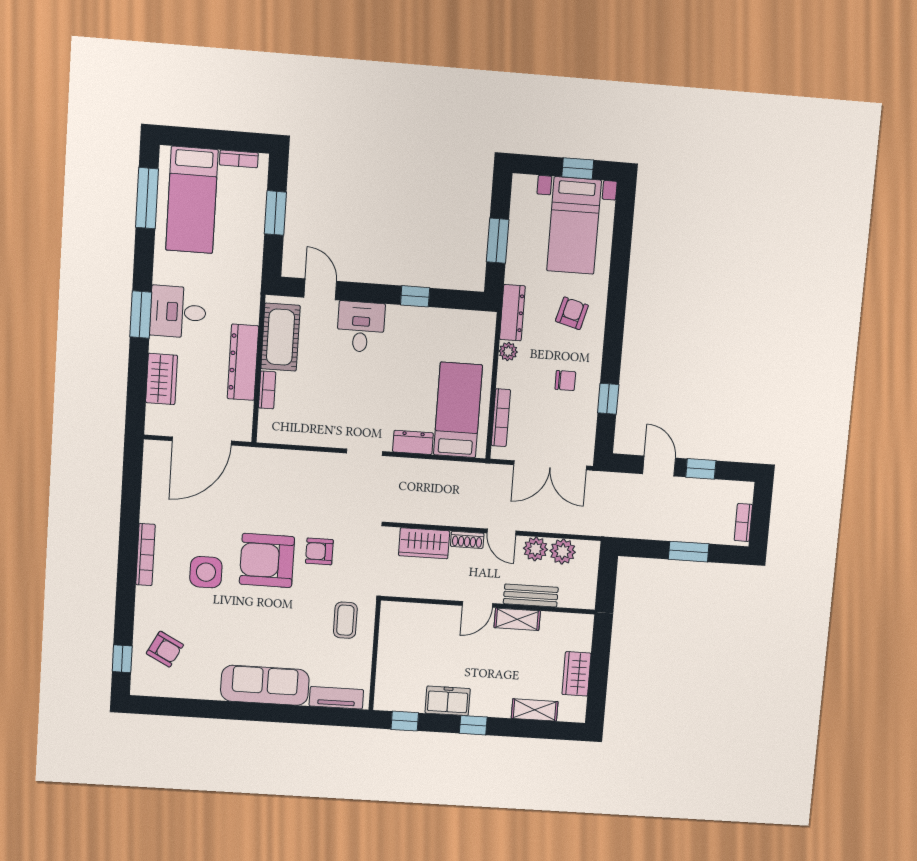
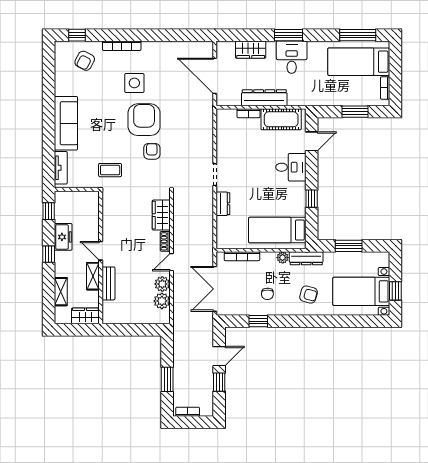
bed: (458, 410) -> (277, 230), moved, turned 180
bookcase: (145, 555) -> (122, 46), moved
bench: (531, 596) -> (108, 283), moved
door: (477, 604) -> (101, 251), moved
wall: (488, 605) -> (101, 258), moved
shelving: (517, 619) -> (93, 276), moved

